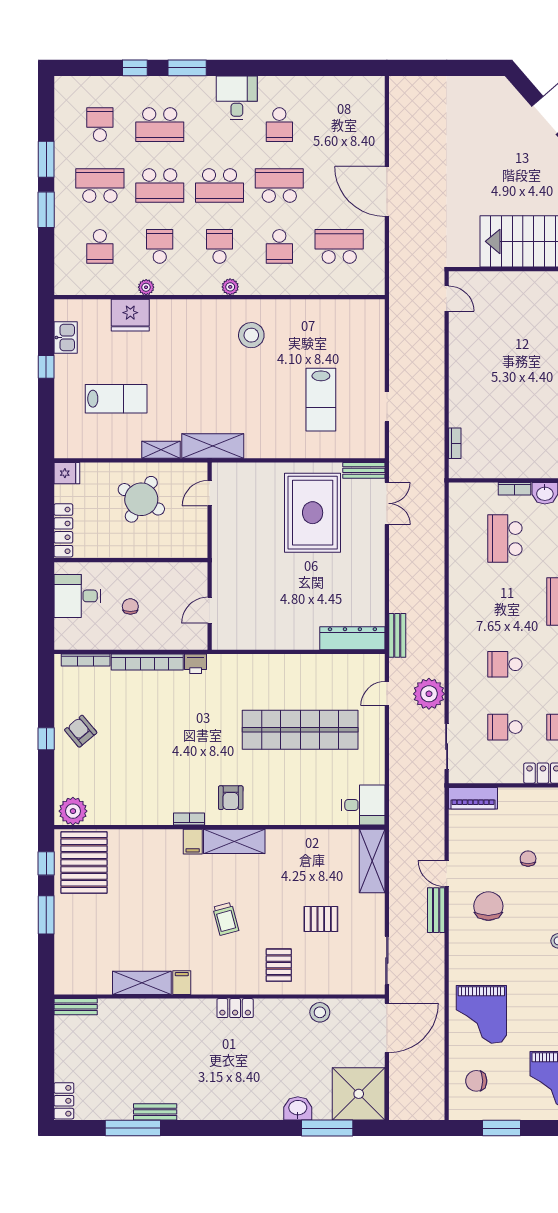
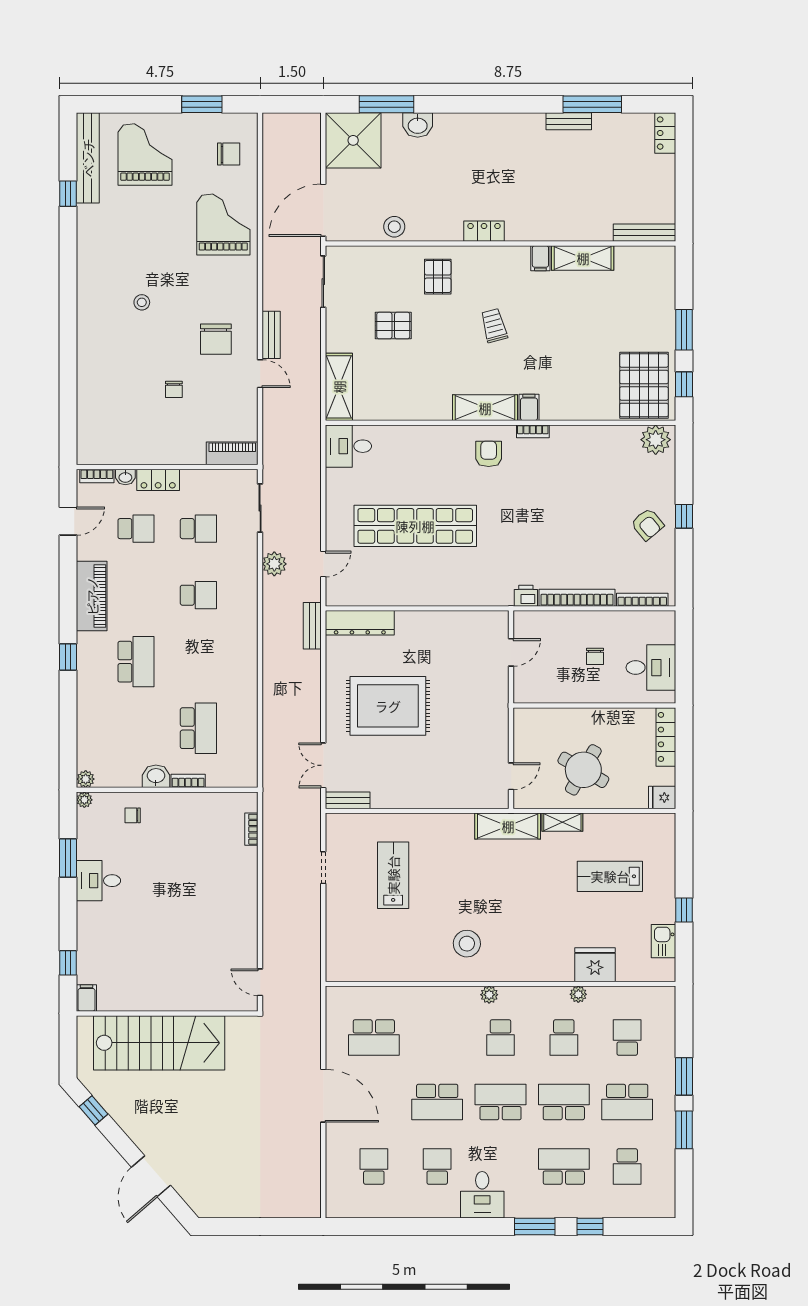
school desk: (279, 246) -> (374, 1166), moved
rug: (313, 513) -> (388, 706), moved, turned 90
plant: (429, 694) -> (274, 564), width x0.73, depth x0.73
bench: (76, 1007) -> (645, 233), width x1.36

